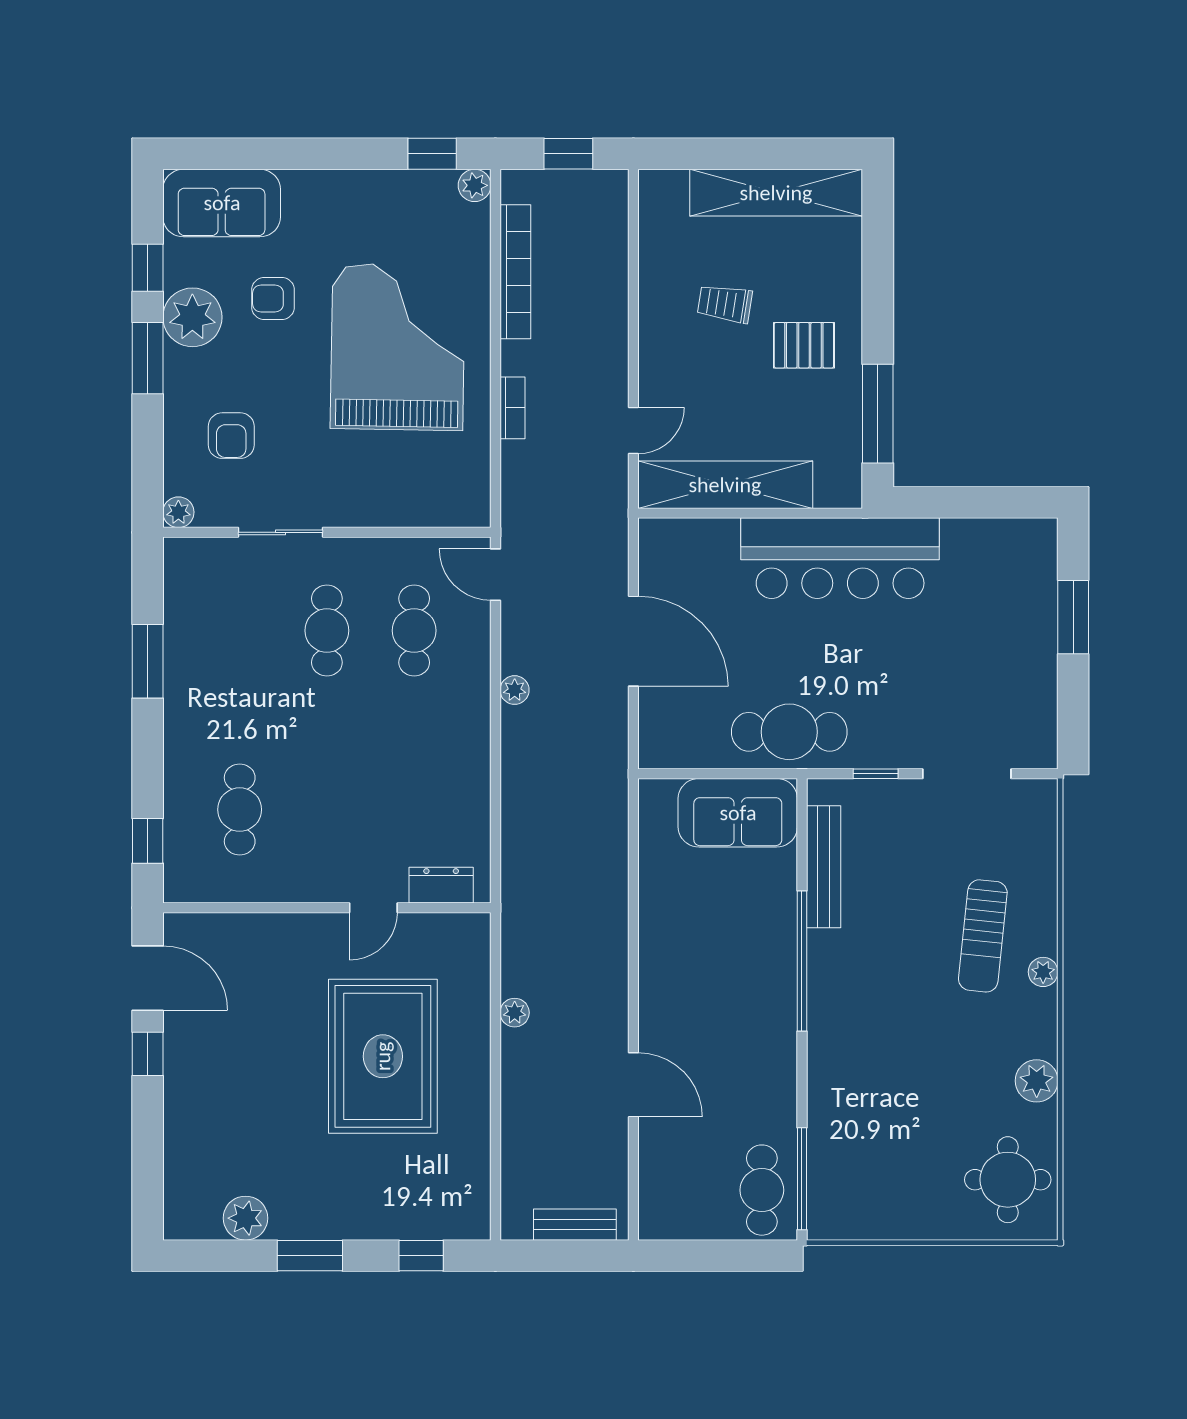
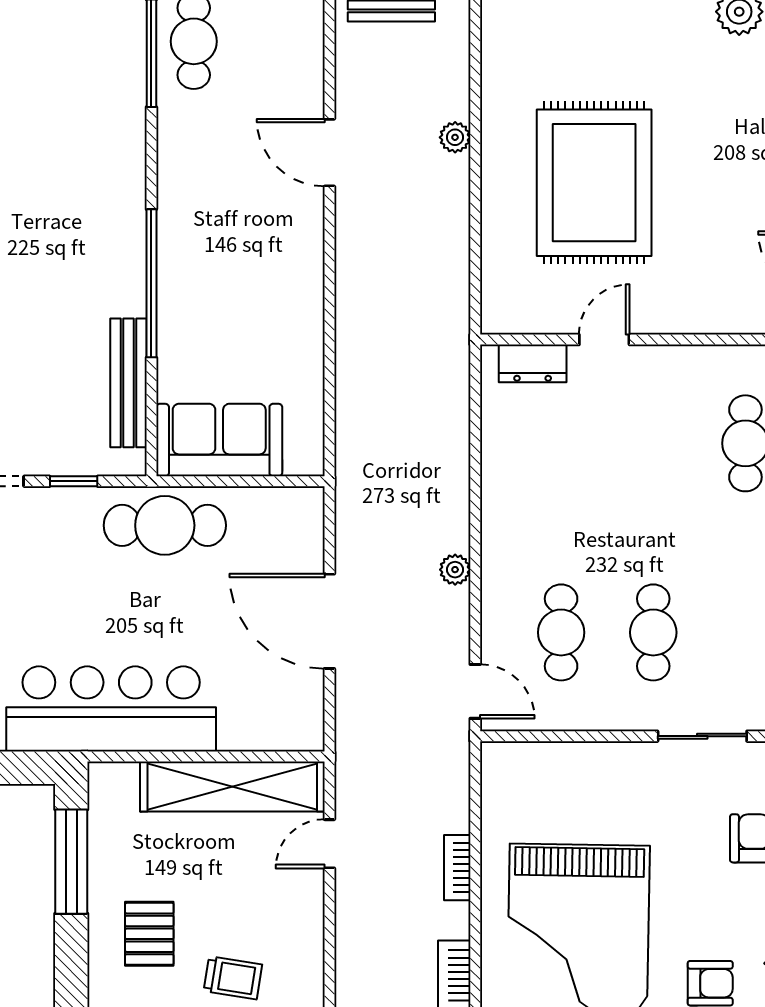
pallet: (804, 345) -> (149, 934), turned 90
plant: (515, 1013) -> (455, 137), moved

